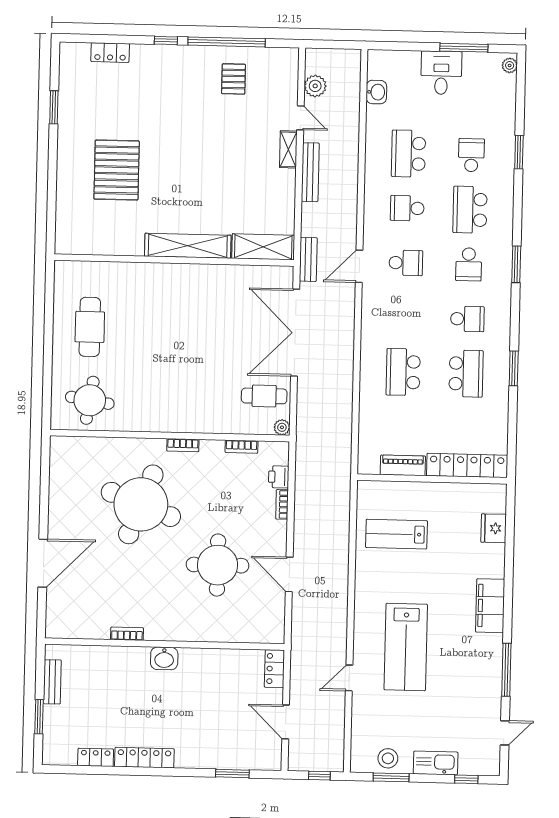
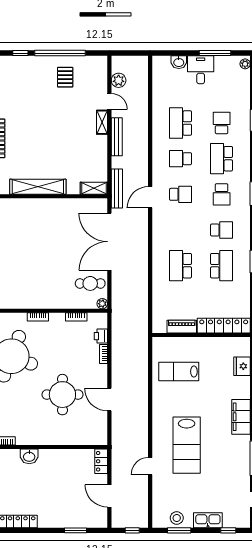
washbasin: (376, 92) -> (179, 62), moved, turned 90
shelving: (263, 247) -> (94, 188), width x0.67, depth x0.75
bench: (308, 259) -> (117, 188), width x1.36

